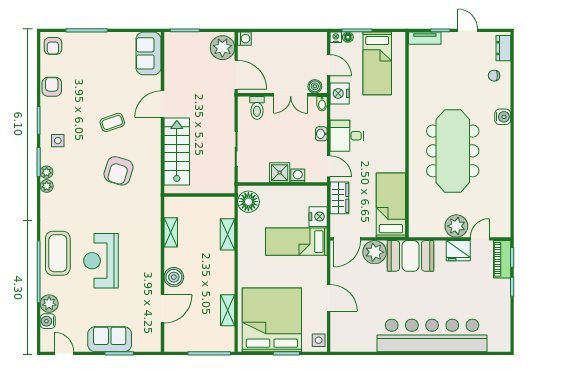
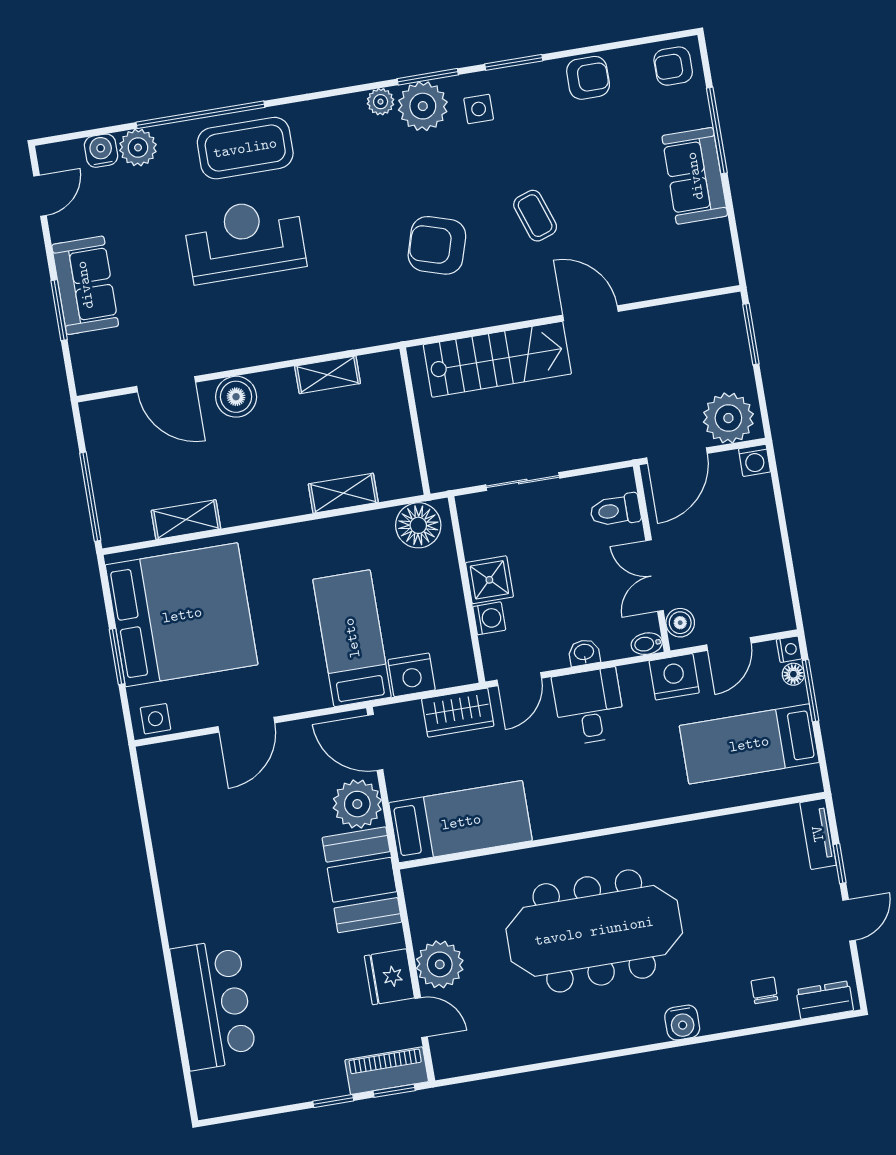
sofa: (149, 53) -> (695, 176), moved, turned -90
plant: (47, 172) -> (423, 106), width x1.88, depth x1.88
bar counter: (432, 335) -> (214, 1005), width x0.54

